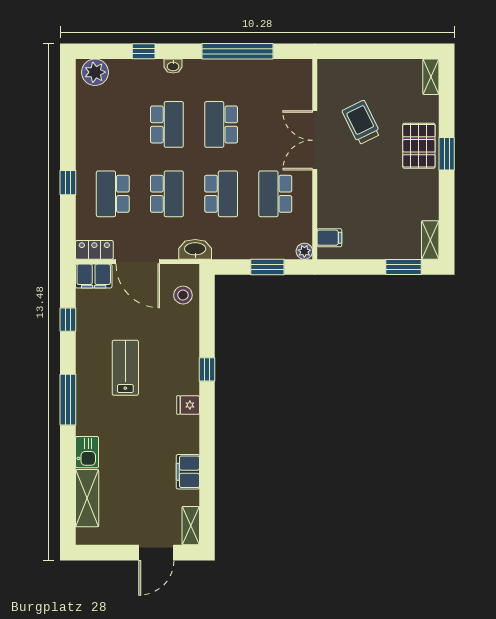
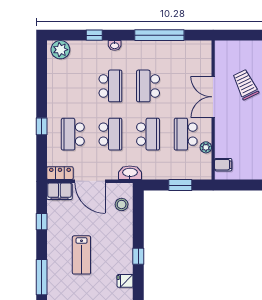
plant: (304, 251) -> (206, 147), moved
lab bench: (125, 368) -> (81, 255), turned 180

